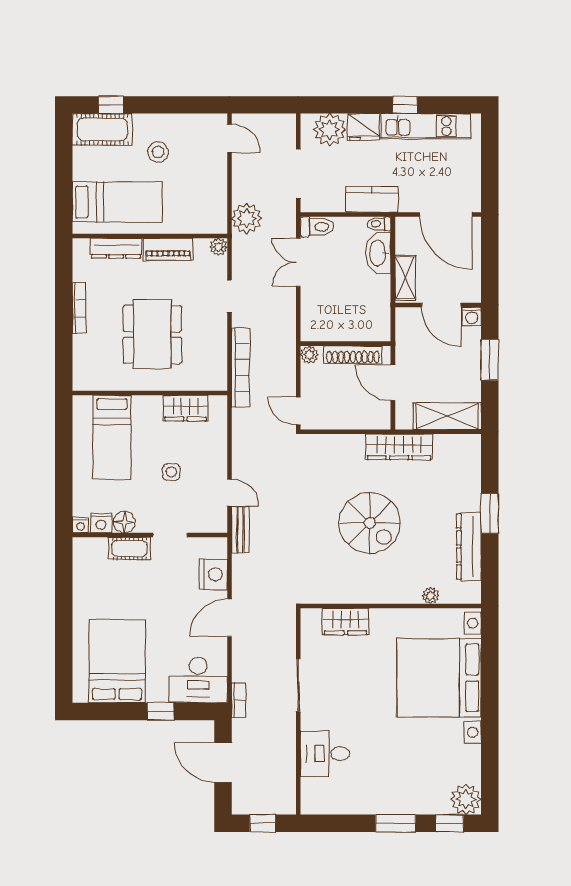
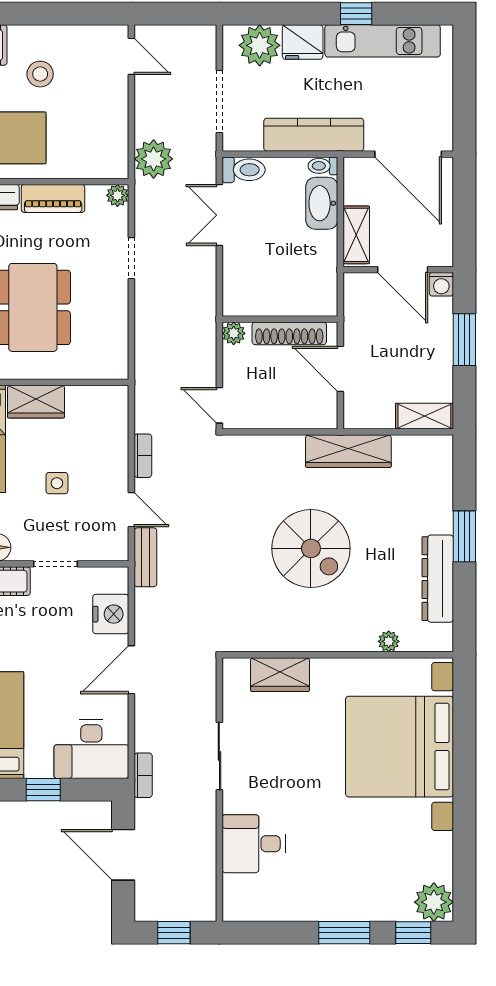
kitchen counter: (372, 199) -> (314, 135), width x1.50
bookcase: (241, 368) -> (143, 456), moved, width x0.43, depth x0.76
wardrobe: (185, 408) -> (36, 402), moved
shelving: (447, 416) -> (424, 416), width x0.67, depth x0.75

